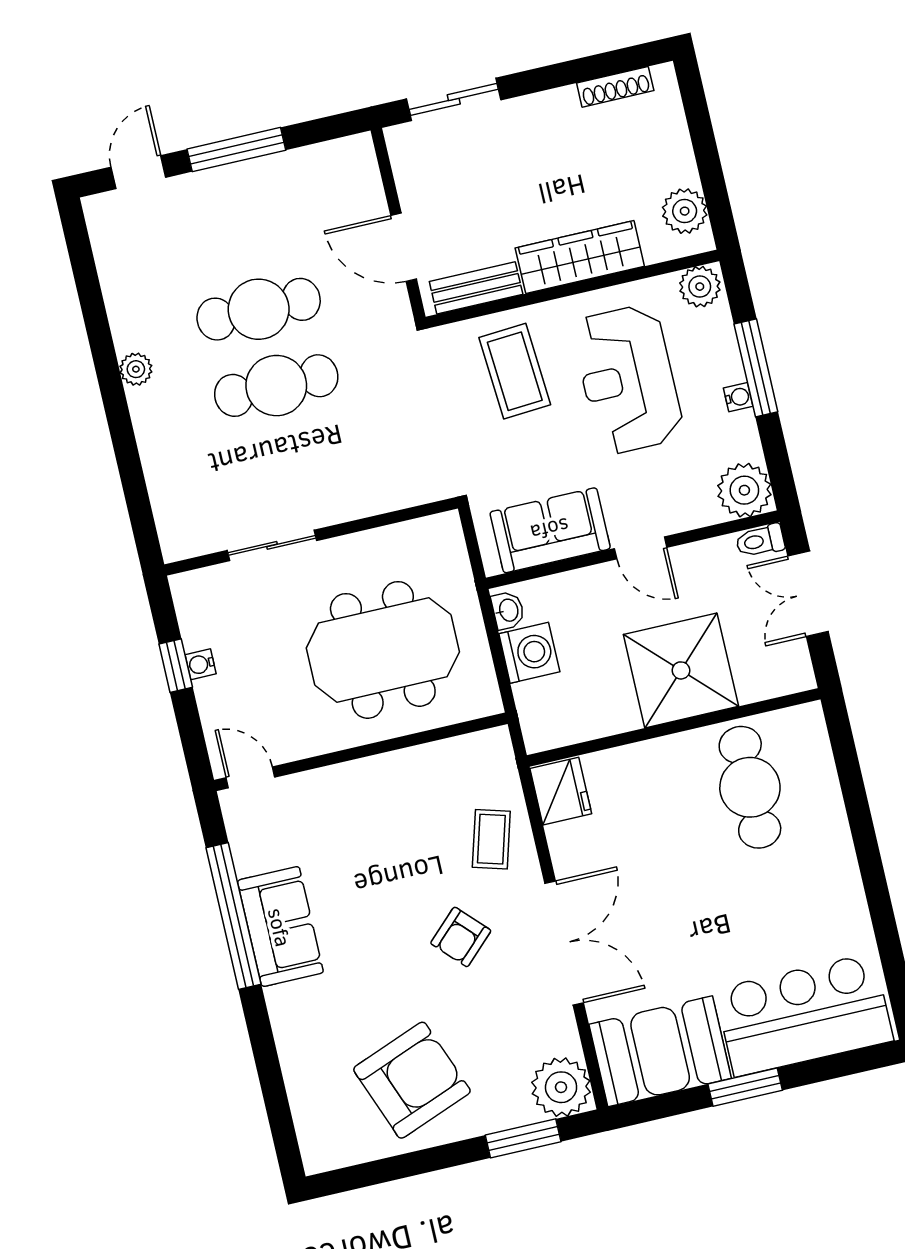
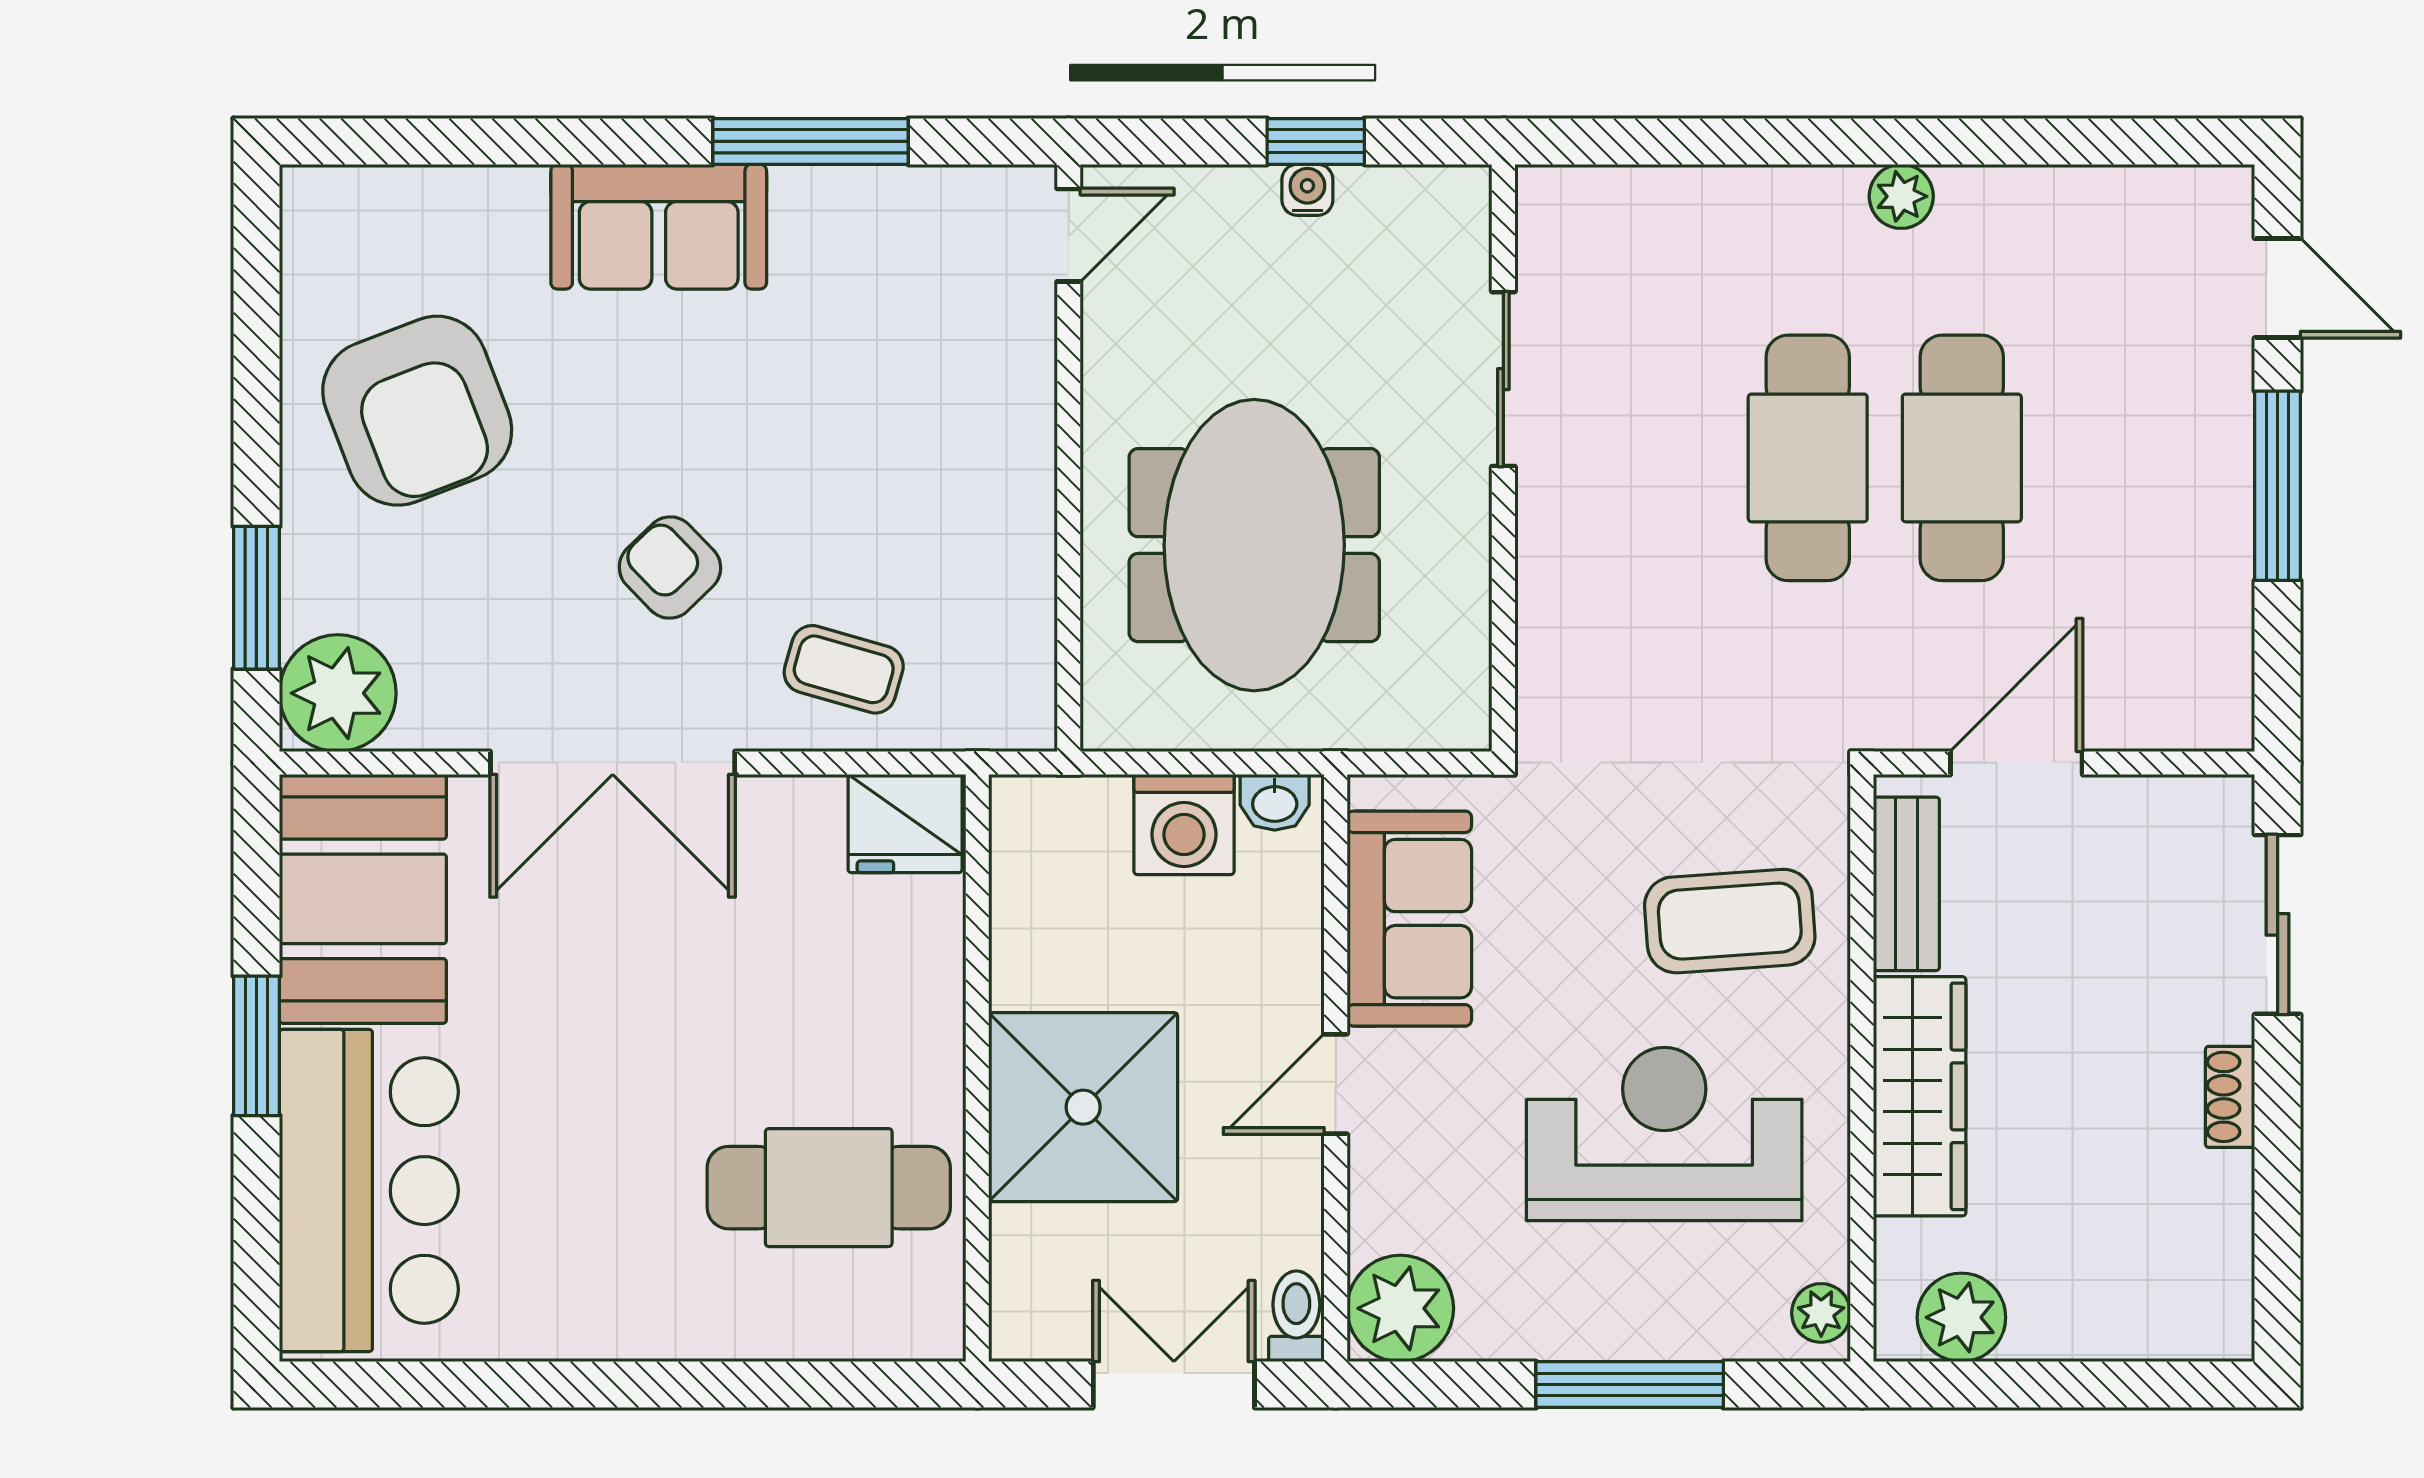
shoe rack: (615, 87) -> (2230, 1097), moved, width x0.70
plant: (700, 287) -> (1821, 1313), width x0.73, depth x0.73
water cooler: (738, 397) -> (1581, 1338), removed
window: (233, 916) -> (811, 141), width x0.68
sofa: (280, 927) -> (659, 227), moved

